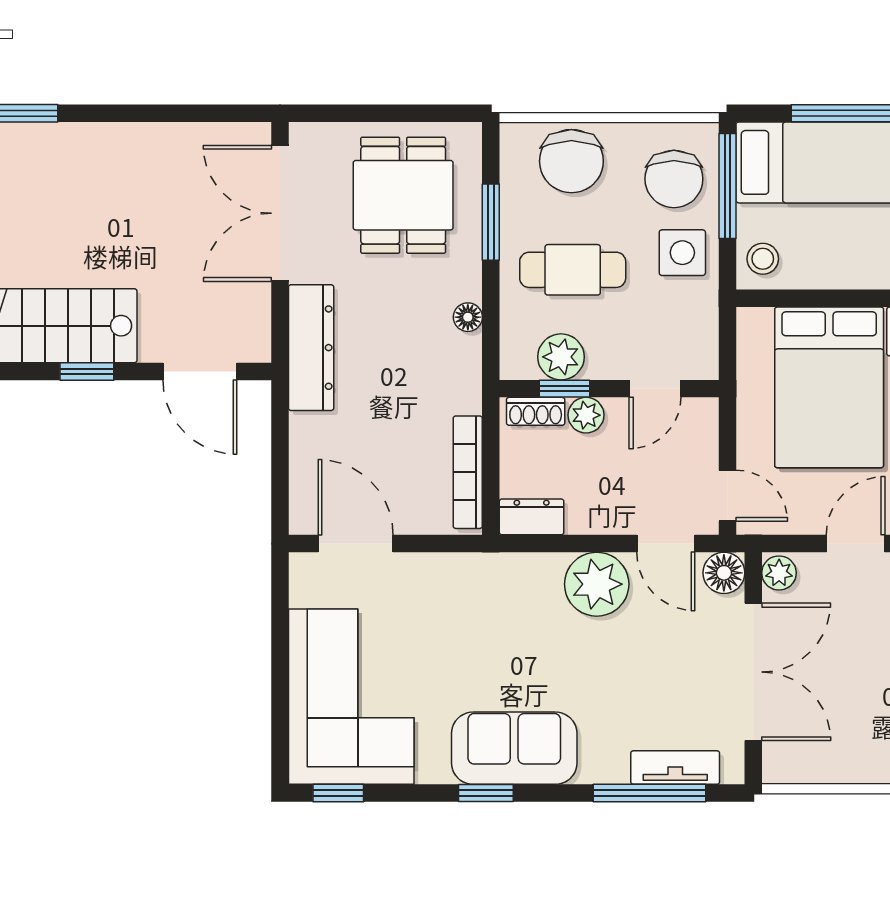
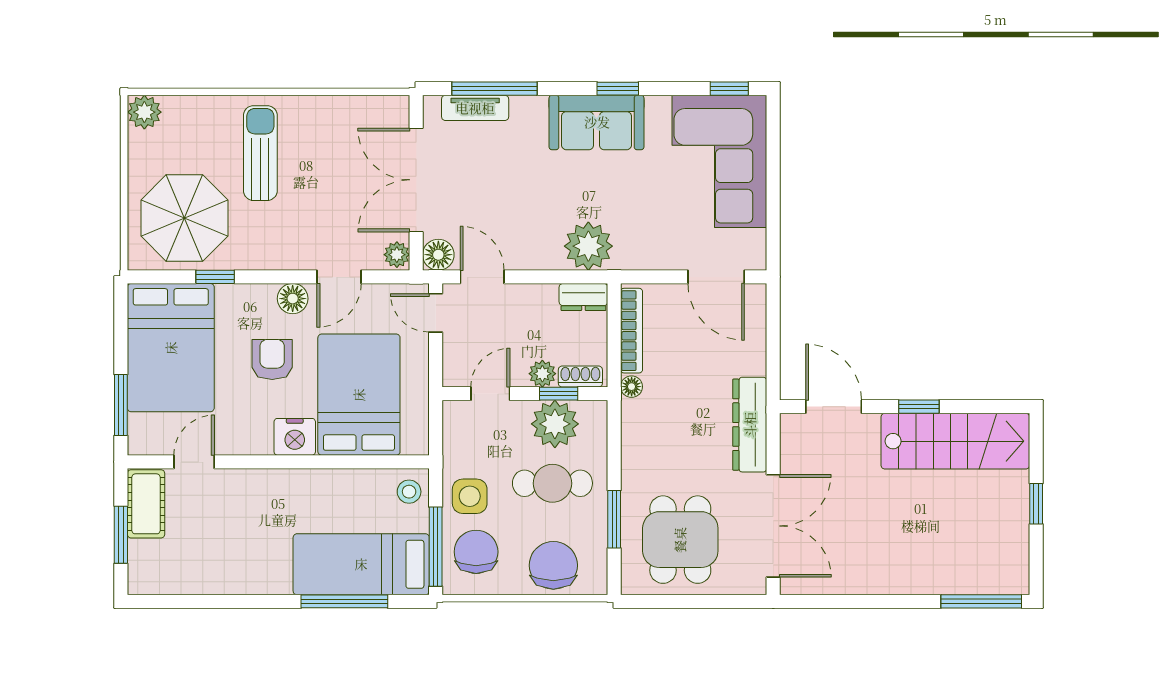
floor lamp: (468, 317) -> (632, 387), moved
plant: (561, 357) -> (555, 424), width x1.36, depth x1.36
plant: (597, 584) -> (588, 246), moved

